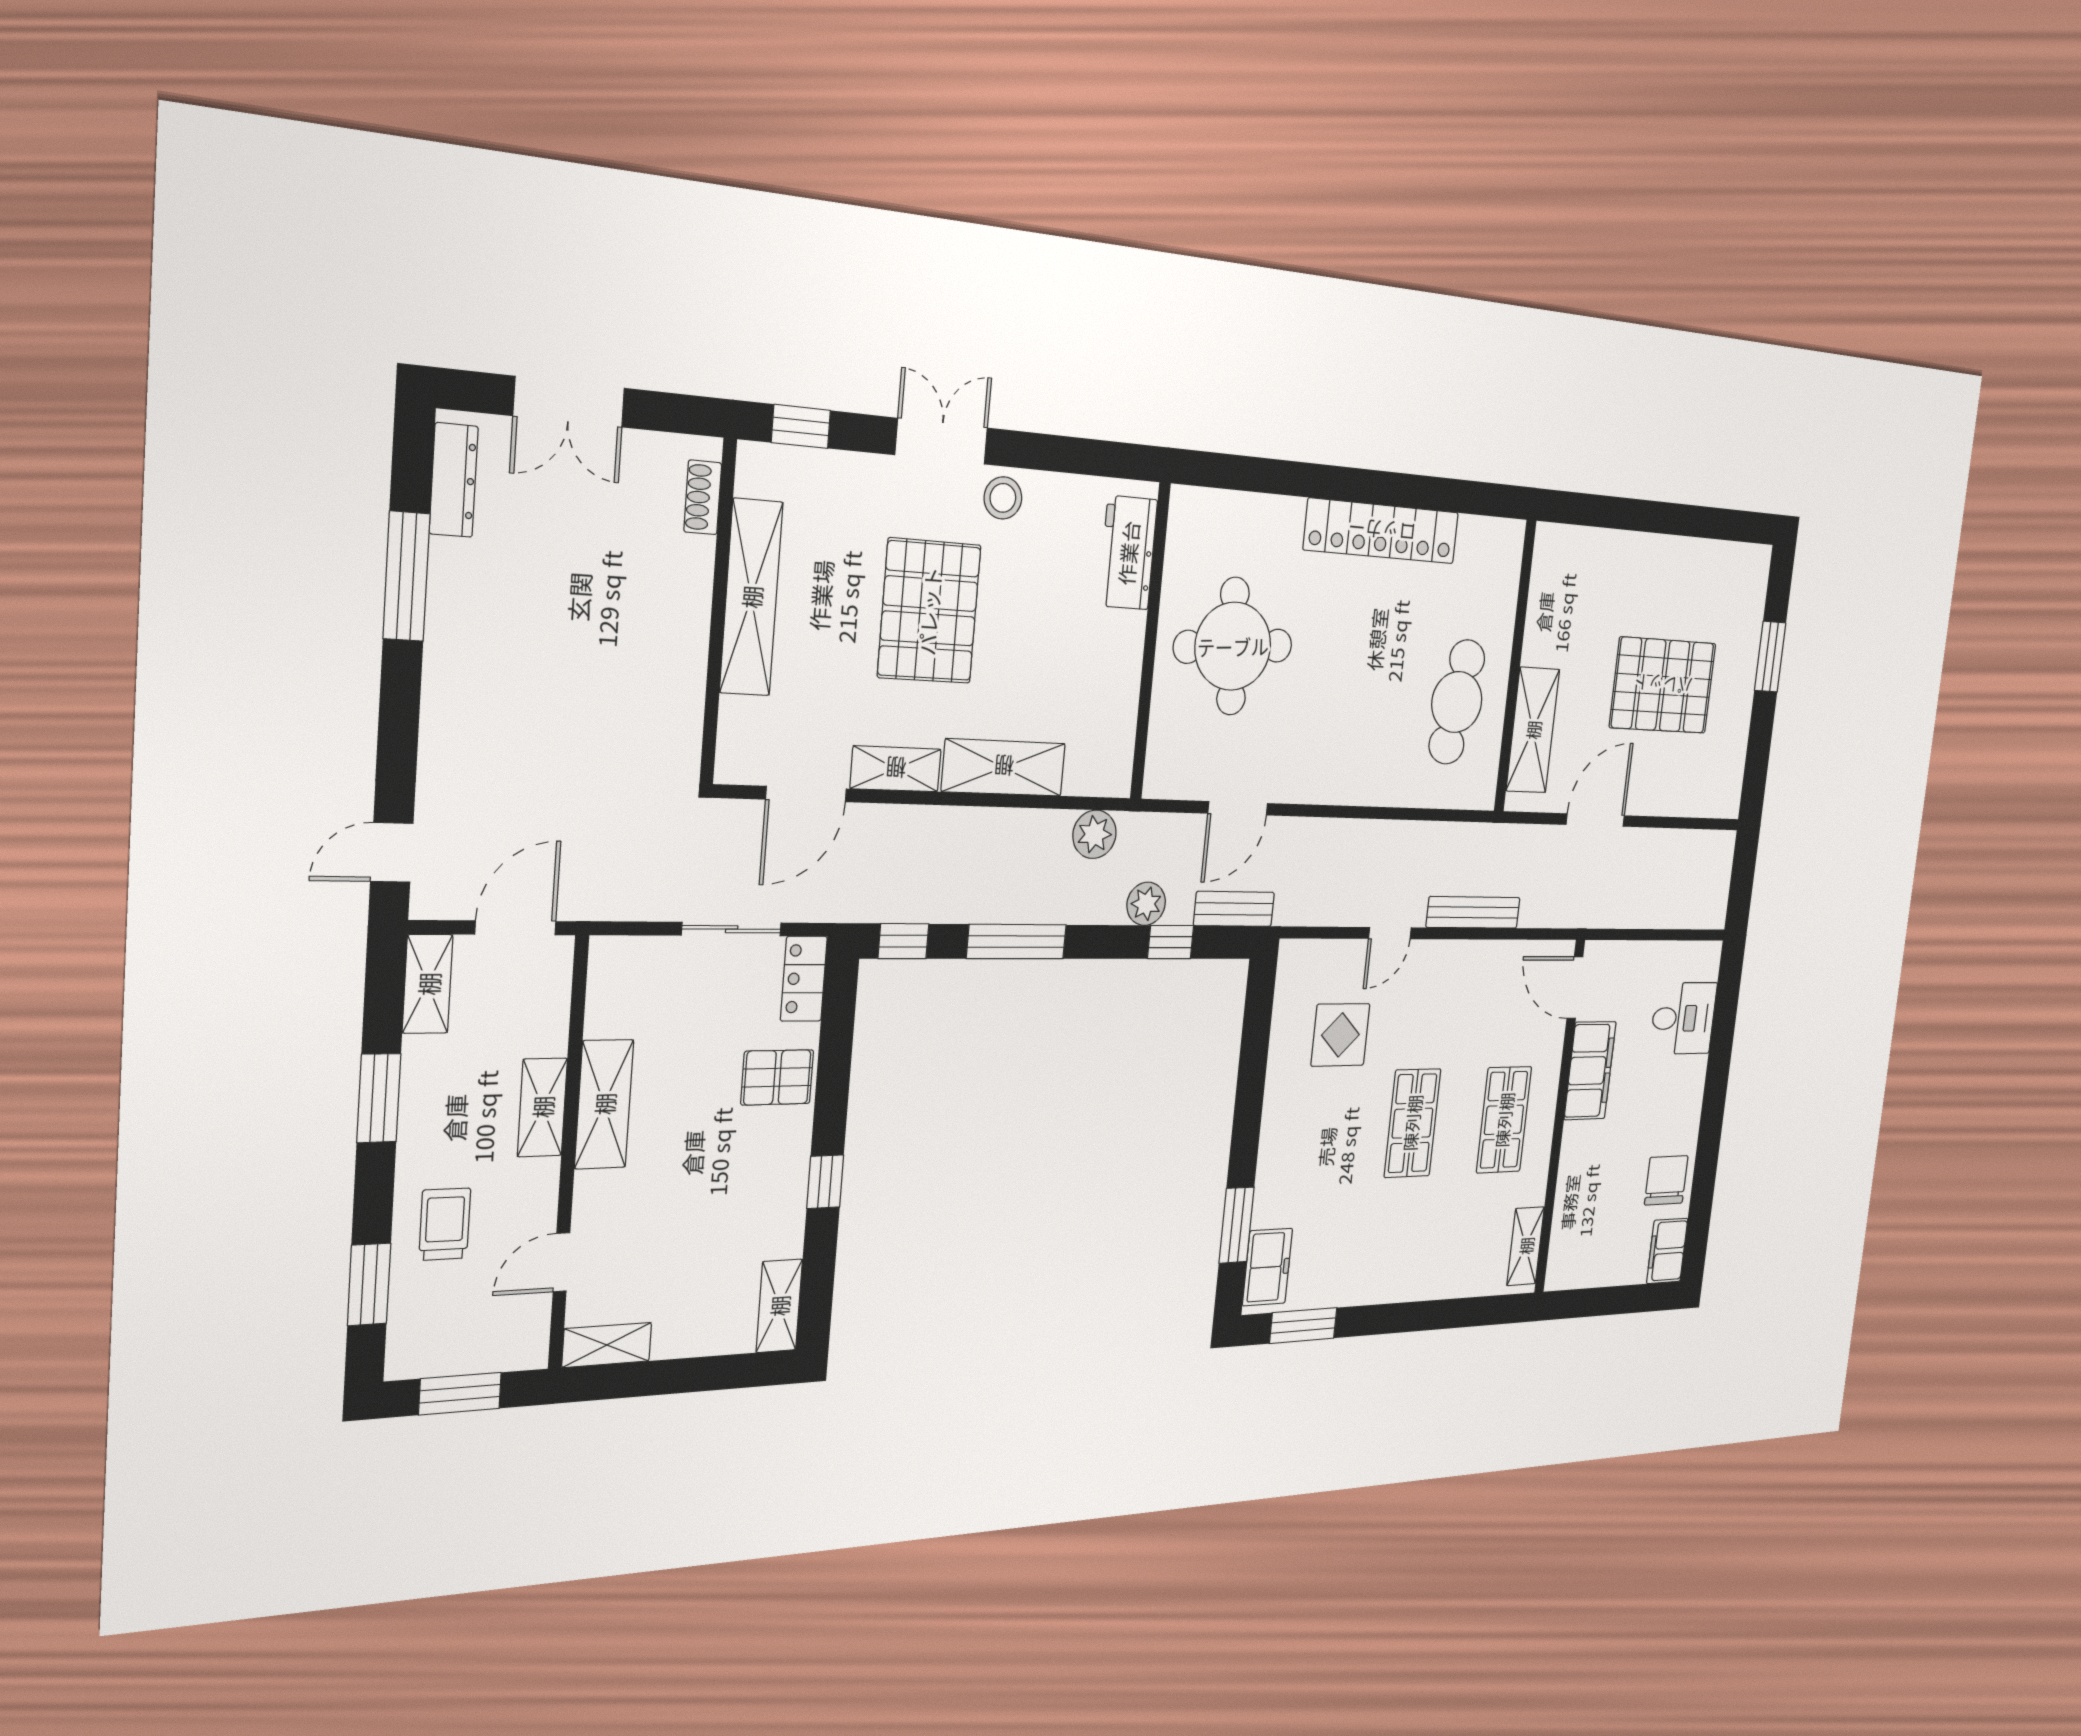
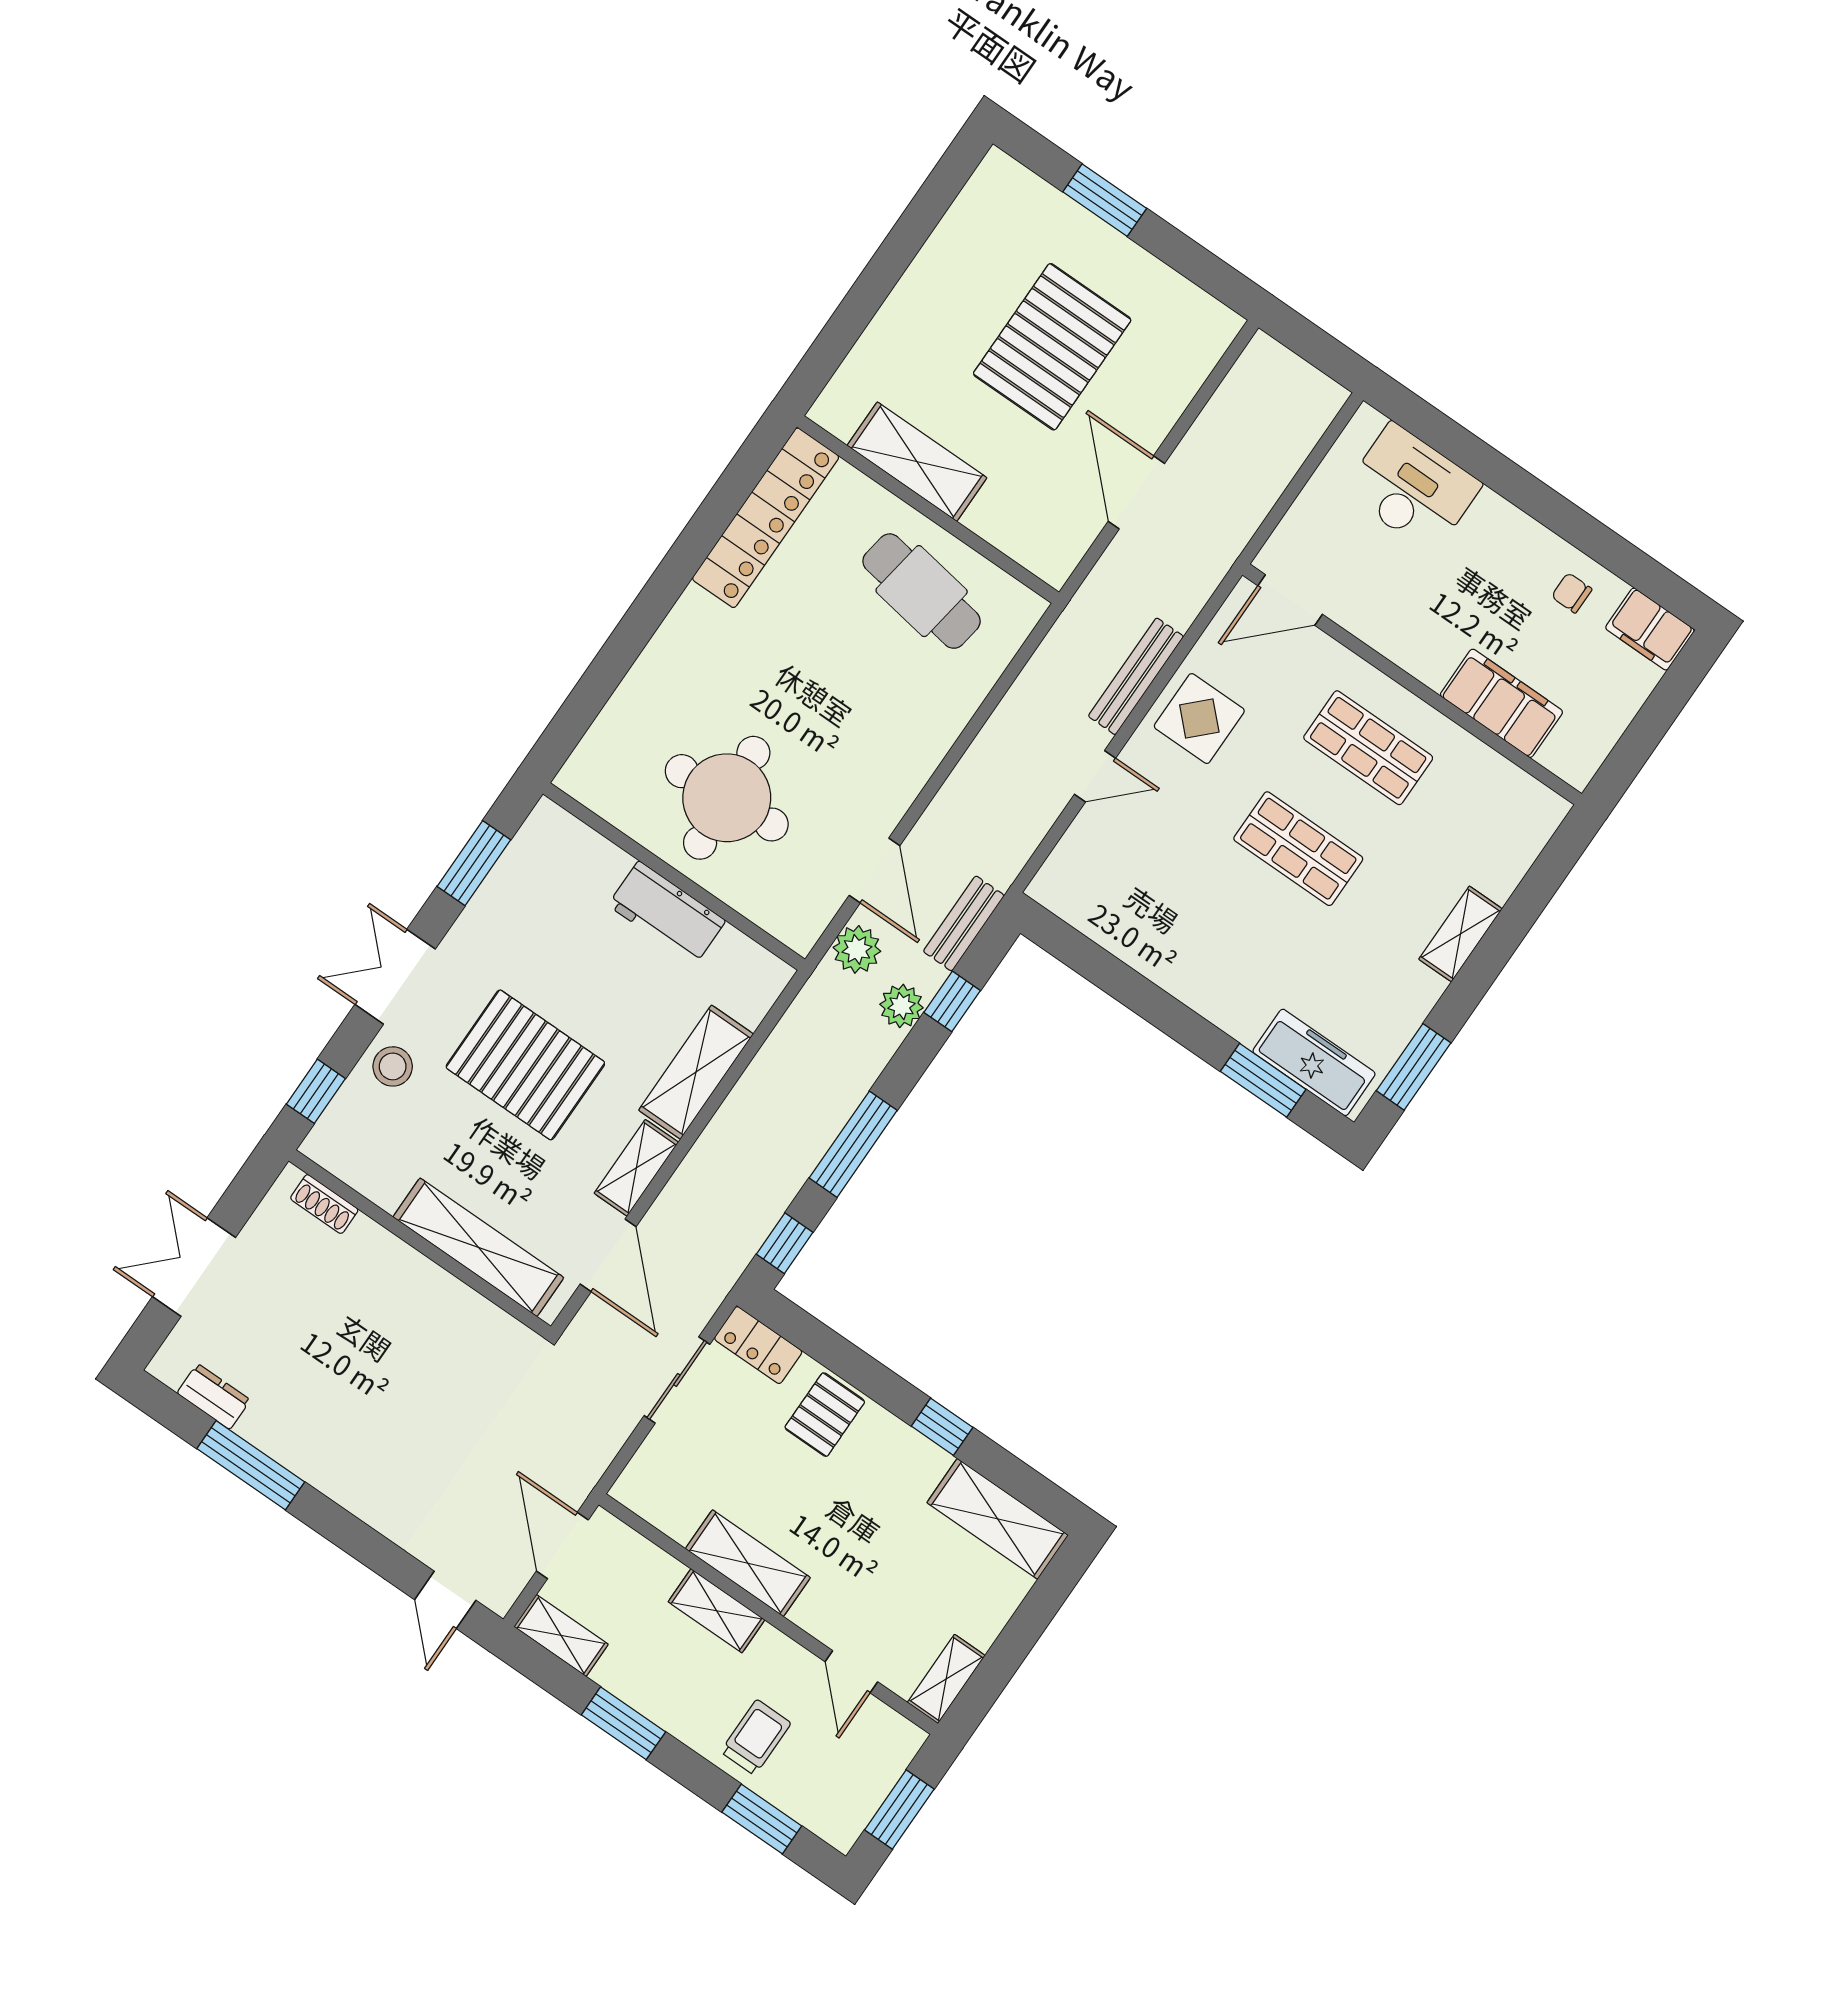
double door: (569, 402) -> (194, 1267), swing flipped
window: (1073, 455) -> (474, 863), added
dresser: (454, 480) -> (214, 1397), width x0.70
stool: (1003, 498) -> (393, 1066), moved
locker: (1382, 531) -> (766, 518), moved
workbench: (1128, 553) -> (667, 913), moved
shelving: (751, 597) -> (478, 1247), moved
shelving: (1533, 730) -> (917, 462), moved
plant: (1094, 834) -> (857, 949), moved
door: (1390, 933) -> (1095, 776), hinge flipped
desk: (1683, 1018) -> (1412, 488), width x1.37
display table: (1340, 1035) -> (1199, 719), moved
filing cabinet: (1590, 1071) -> (1501, 703), moved
chair: (1666, 1180) -> (1572, 593), width x0.54, depth x0.54
trolley: (445, 1224) -> (756, 1737), turned 90
shelving: (1526, 1246) -> (1460, 934), moved, turned 90
freezer: (1267, 1267) -> (1314, 1062), width x1.40
shelving: (779, 1306) -> (998, 1519), width x1.50, depth x1.33

